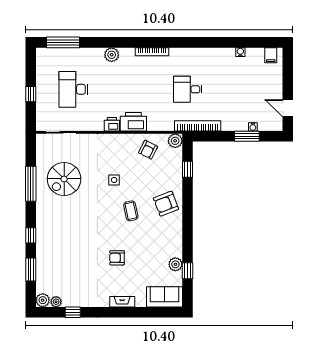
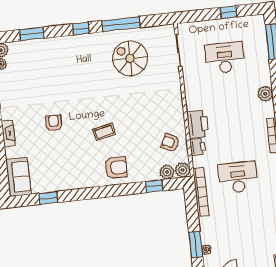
desk: (188, 89) -> (238, 177), width x1.37
window: (31, 94) -> (229, 12), moved
printer: (112, 124) -> (198, 147), moved
side table: (114, 180) -> (135, 111), removed
armchair: (166, 204) -> (116, 168), turned 111
window: (31, 235) -> (81, 29), moved
plant: (175, 264) -> (167, 172), moved

